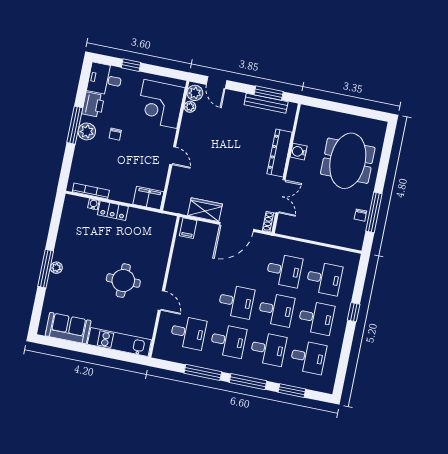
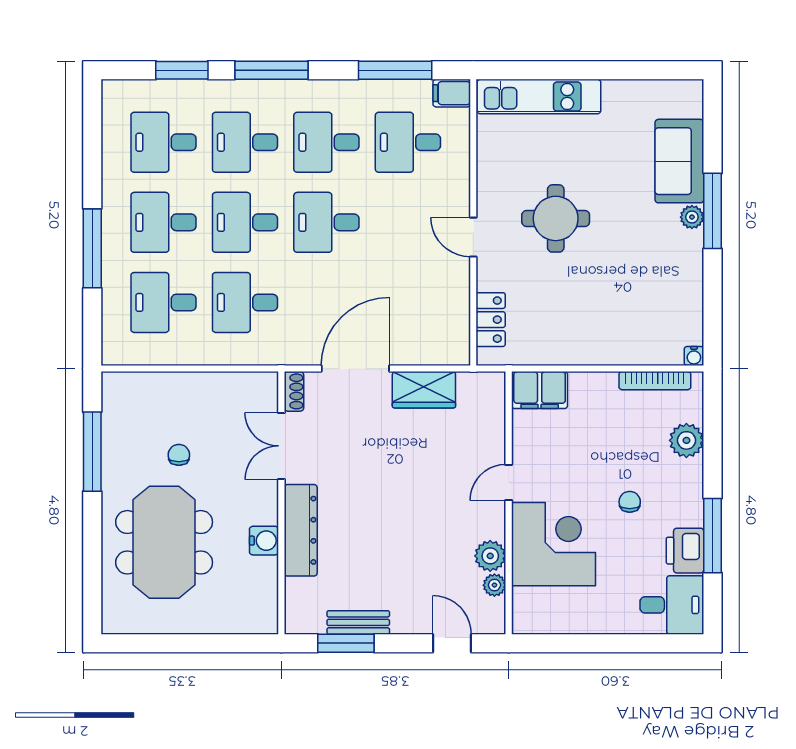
window: (131, 65) -> (626, 643), removed
plant: (195, 93) -> (490, 556), moved
bench: (266, 103) -> (358, 622), width x0.73
corner desk: (160, 104) -> (553, 544), moved
window: (75, 125) -> (712, 536), moved
plant: (87, 131) -> (686, 440), moved
door: (173, 156) -> (509, 482), hinge flipped
water cooler: (93, 204) -> (694, 356), moved
locker: (113, 211) -> (491, 320), moved, turned 90
chair: (360, 215) -> (179, 455), moved
filing cabinet: (188, 228) -> (452, 93), moved, turned -90
door: (161, 300) -> (473, 237), moved
window: (354, 312) -> (92, 248), width x2.17
sofa: (68, 328) -> (679, 161), moved, turned 90
window: (203, 372) -> (395, 70), moved

